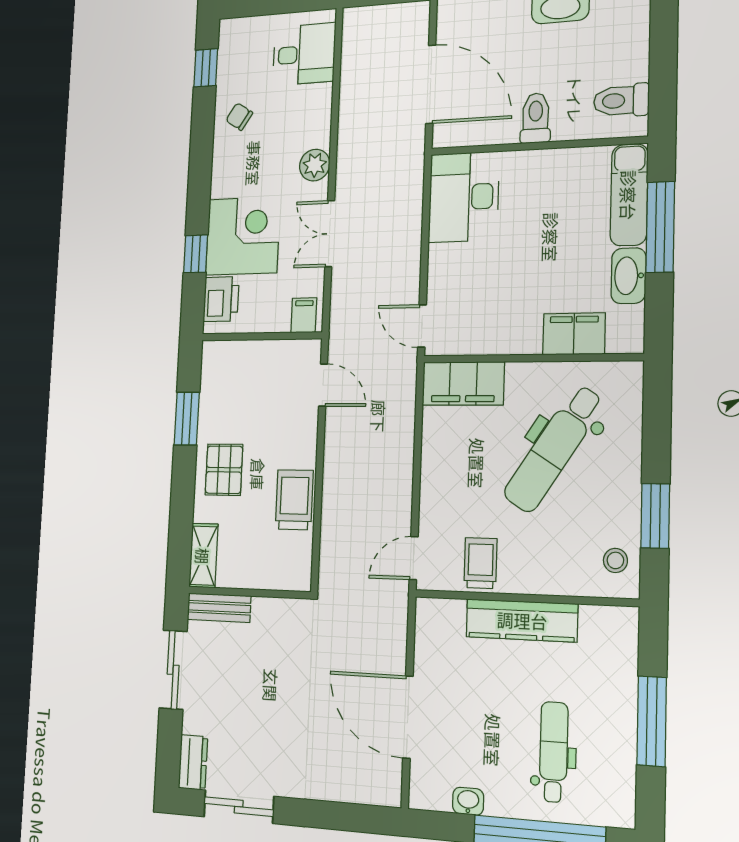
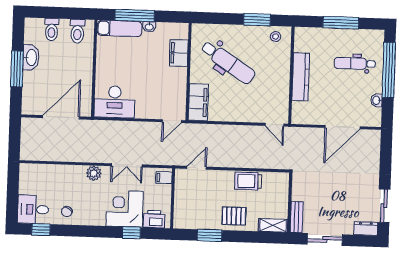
desk: (304, 54) -> (33, 209), moved, turned -90
toilet: (536, 118) -> (52, 29), moved, turned -90
washbasin: (629, 276) -> (149, 27), width x0.52, depth x0.69
trolley: (481, 563) -> (277, 95), removed

